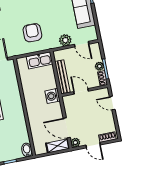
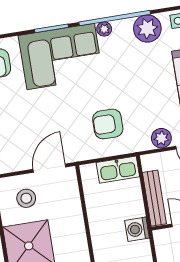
armchair: (32, 33) -> (108, 124), turned -90

